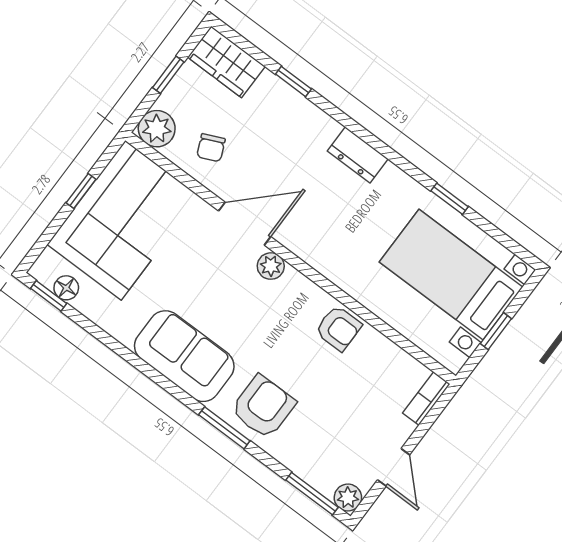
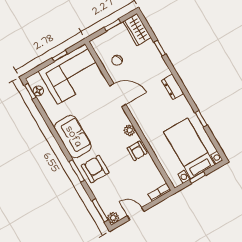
plant: (157, 129) -> (99, 44), removed
plant: (271, 266) -> (129, 130), moved
armchair: (263, 407) -> (95, 169), turned -90
door: (394, 467) -> (136, 214), swing flipped

